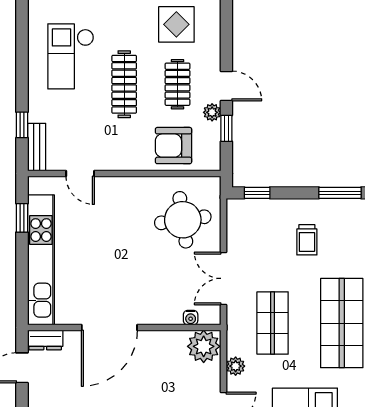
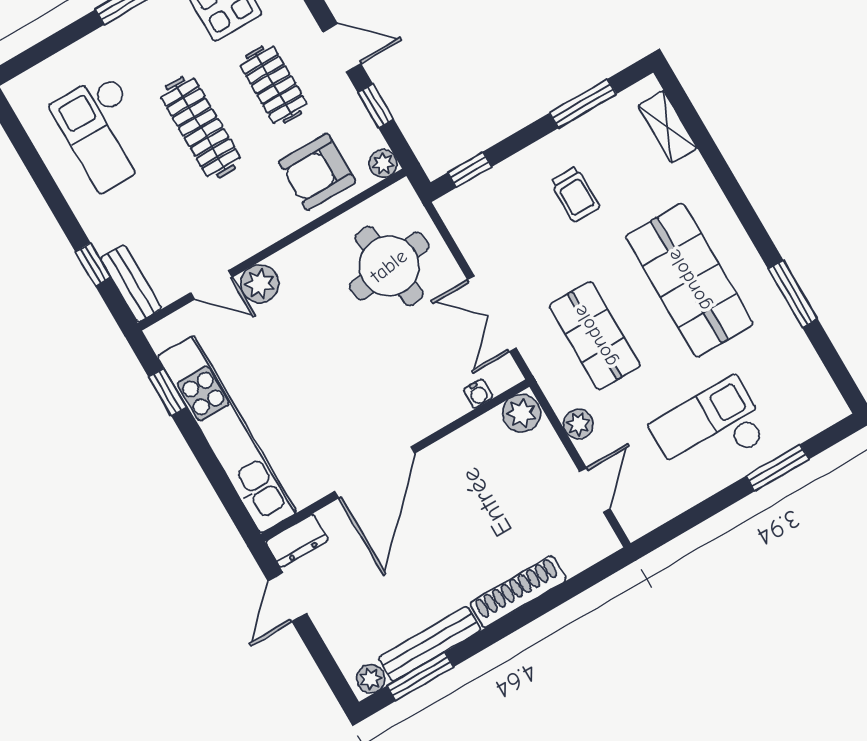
plant: (212, 112) -> (383, 164), moved
plant: (107, 188) -> (260, 284), added
plant: (204, 346) -> (521, 413), width x0.73, depth x0.73

